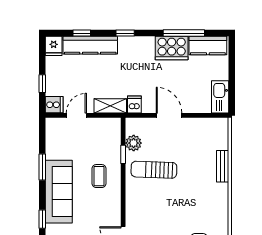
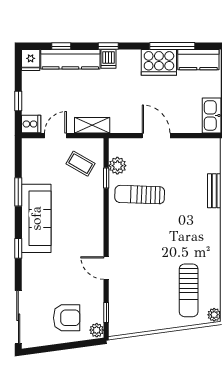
dishwasher: (134, 104) -> (108, 59), moved, turned 180
coffee table: (99, 176) -> (81, 164), moved, turned -60

